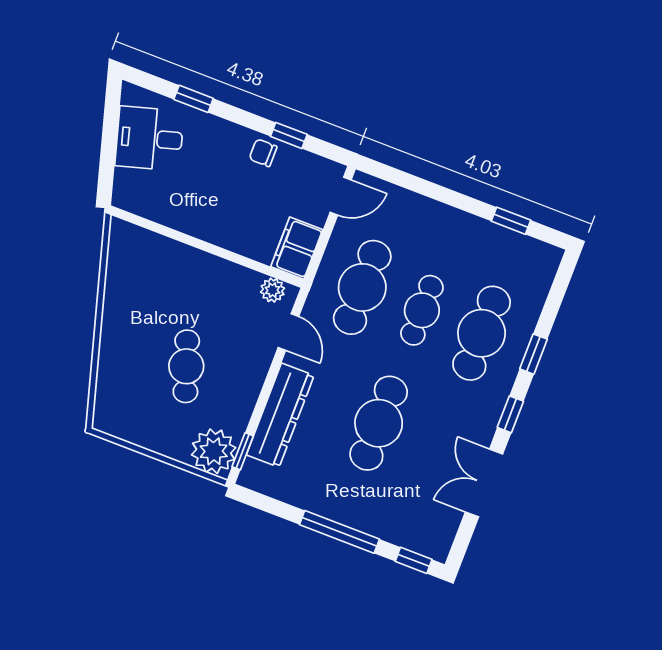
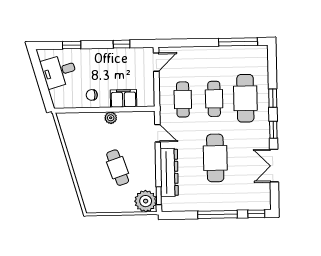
chair: (263, 153) -> (92, 95), moved
window: (511, 221) -> (238, 42), width x2.17
filing cabinet: (297, 248) -> (124, 98), moved, turned 90
cafe table: (362, 287) -> (183, 99), width x0.73, depth x0.74
plant: (273, 290) -> (111, 118), moved

